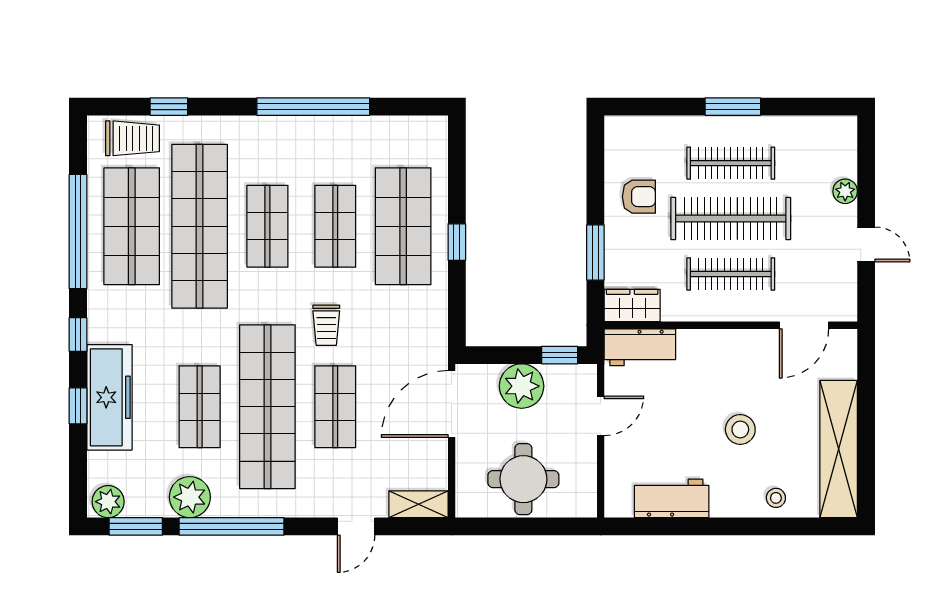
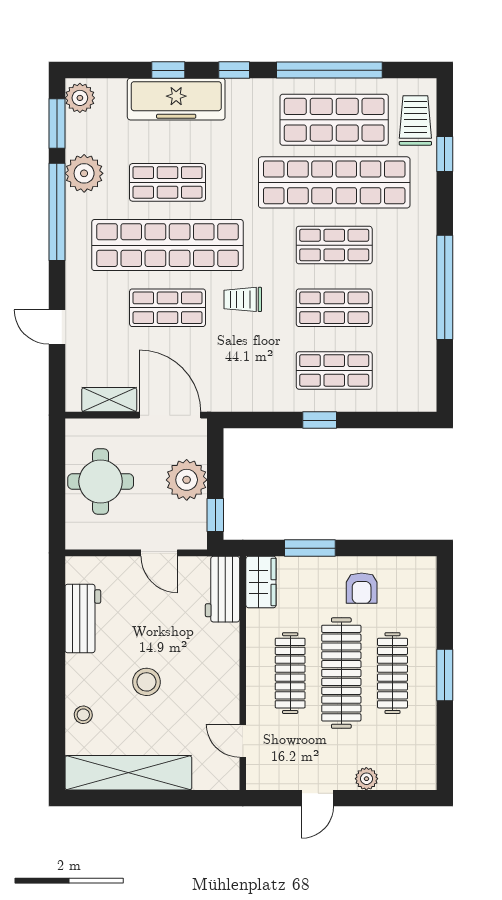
trolley: (132, 138) -> (415, 120), turned 180
shop shelf: (403, 226) -> (334, 370), width x0.70, depth x0.74
door: (804, 325) -> (243, 741), width x0.73
shelving: (418, 504) -> (109, 400), moved, turned 90

